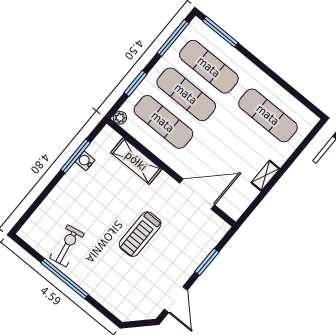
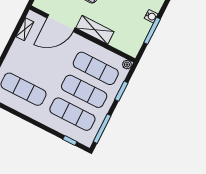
window: (220, 32) -> (70, 140), width x0.46
water cooler: (85, 161) -> (151, 16), moved
shelving: (136, 161) -> (95, 30), moved
shelving: (265, 176) -> (25, 29), moved

